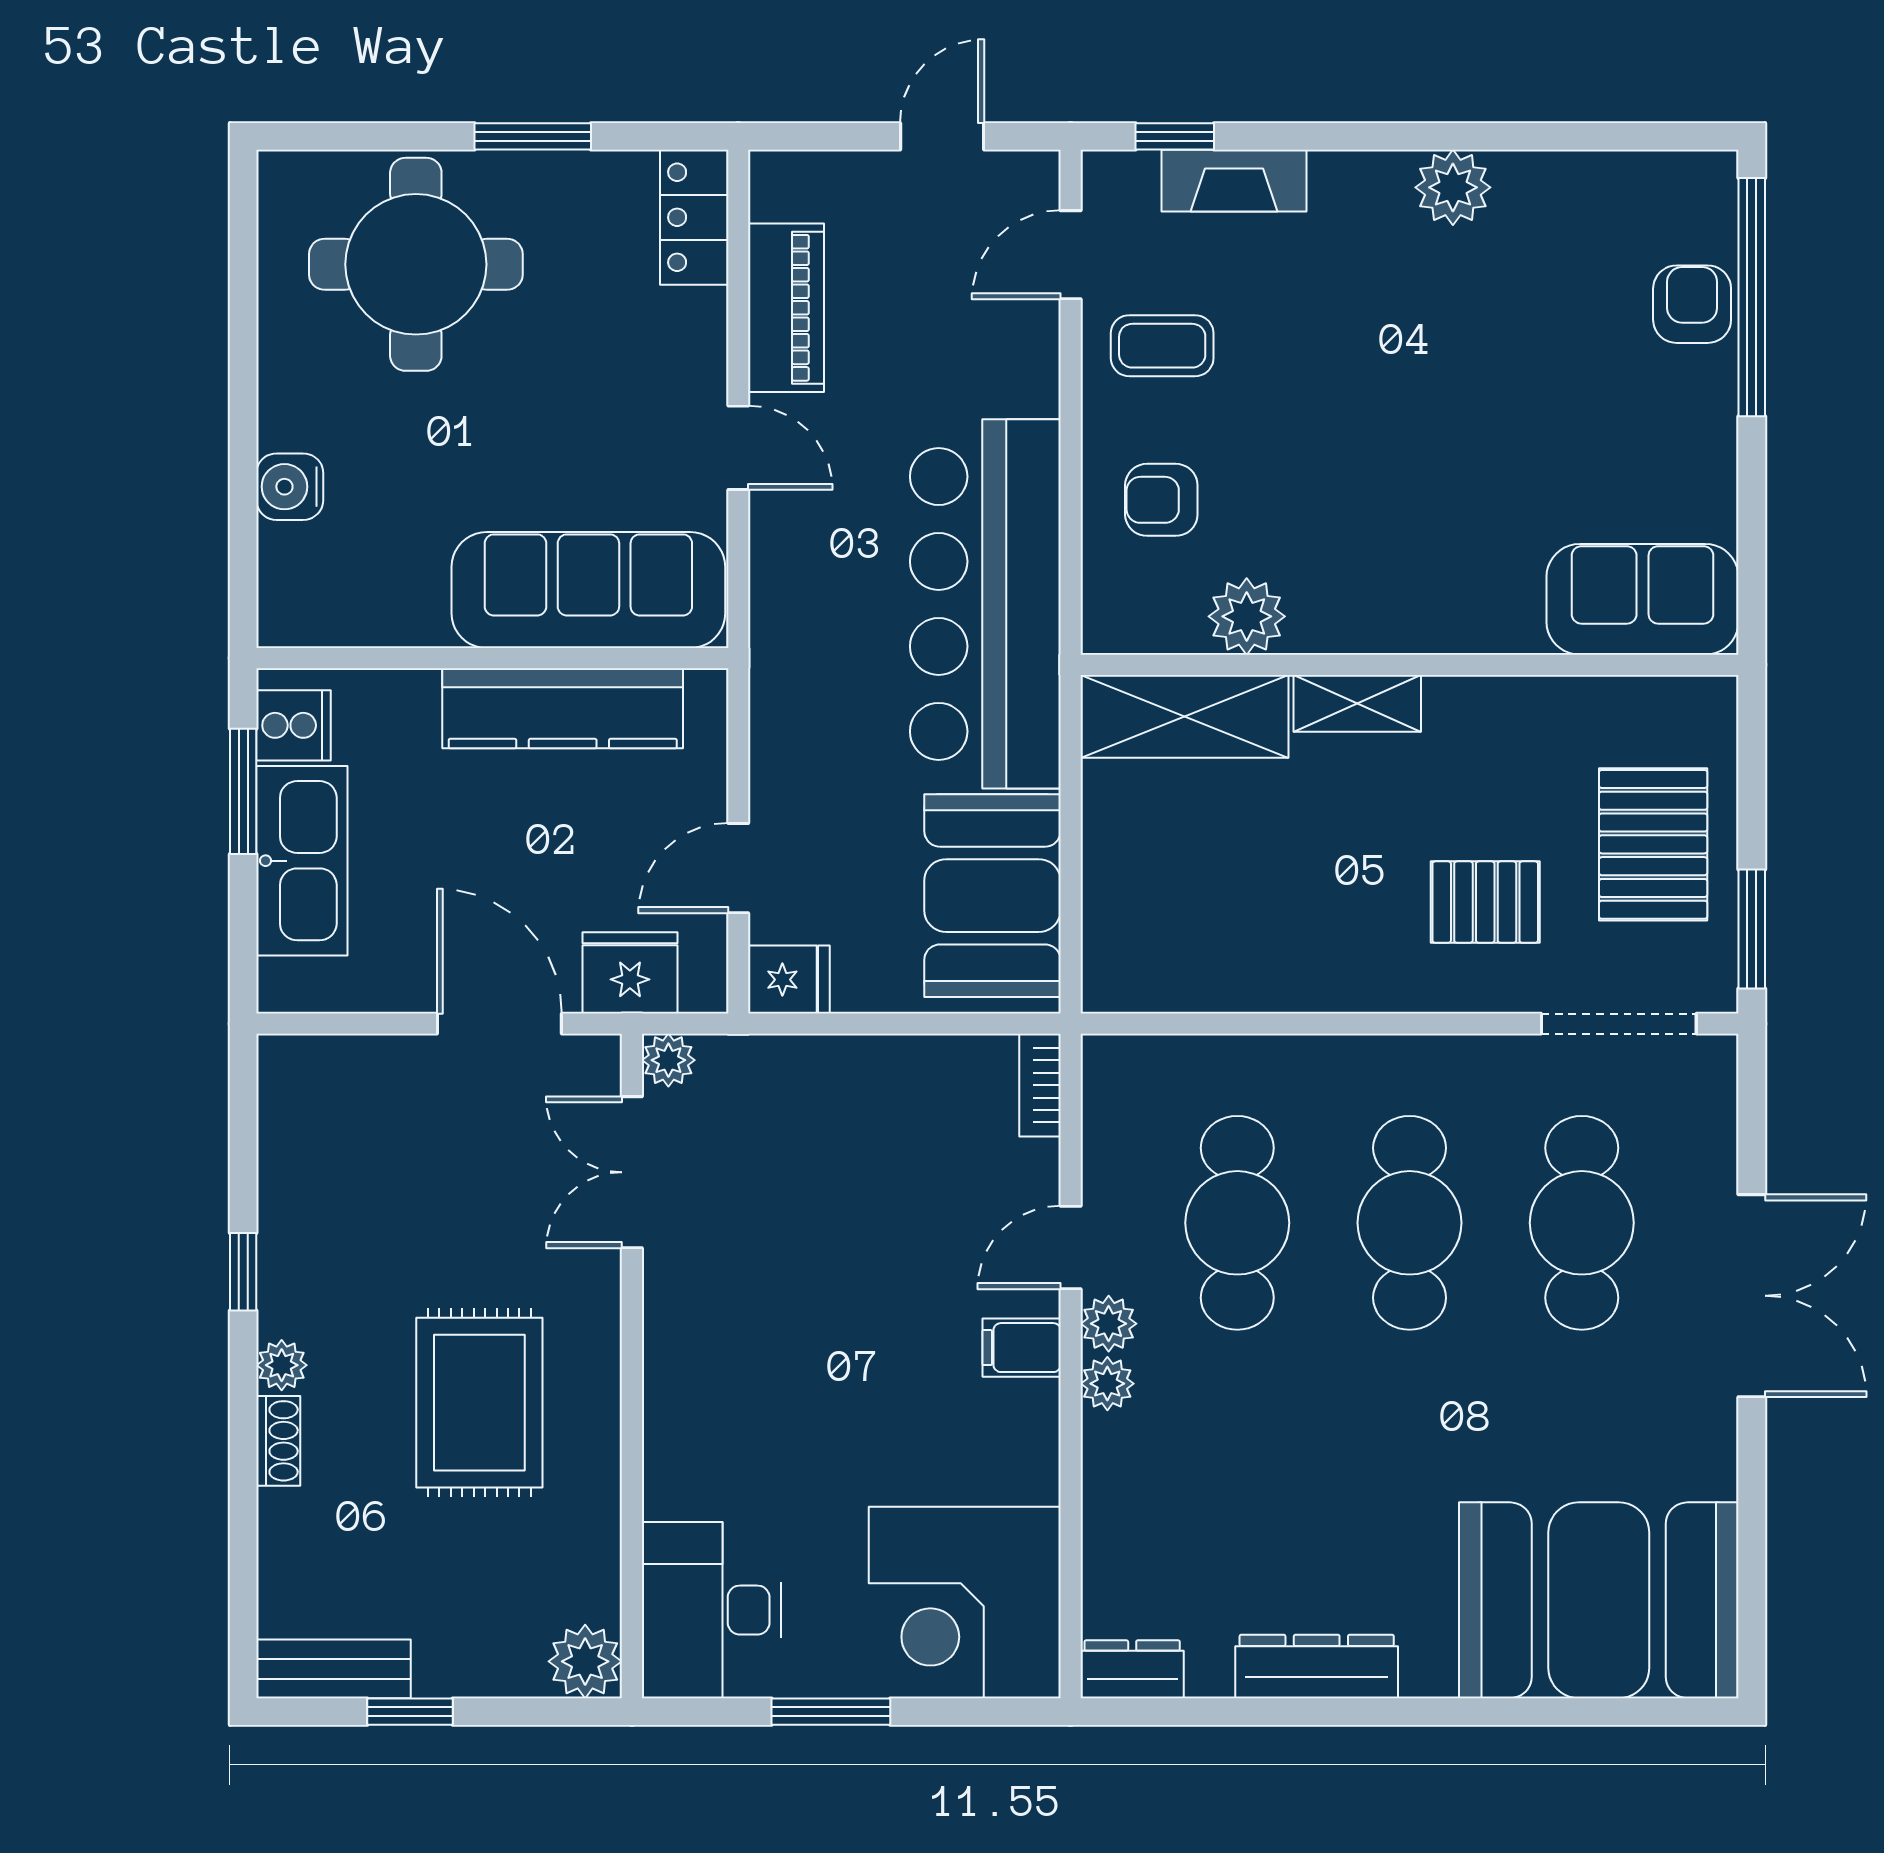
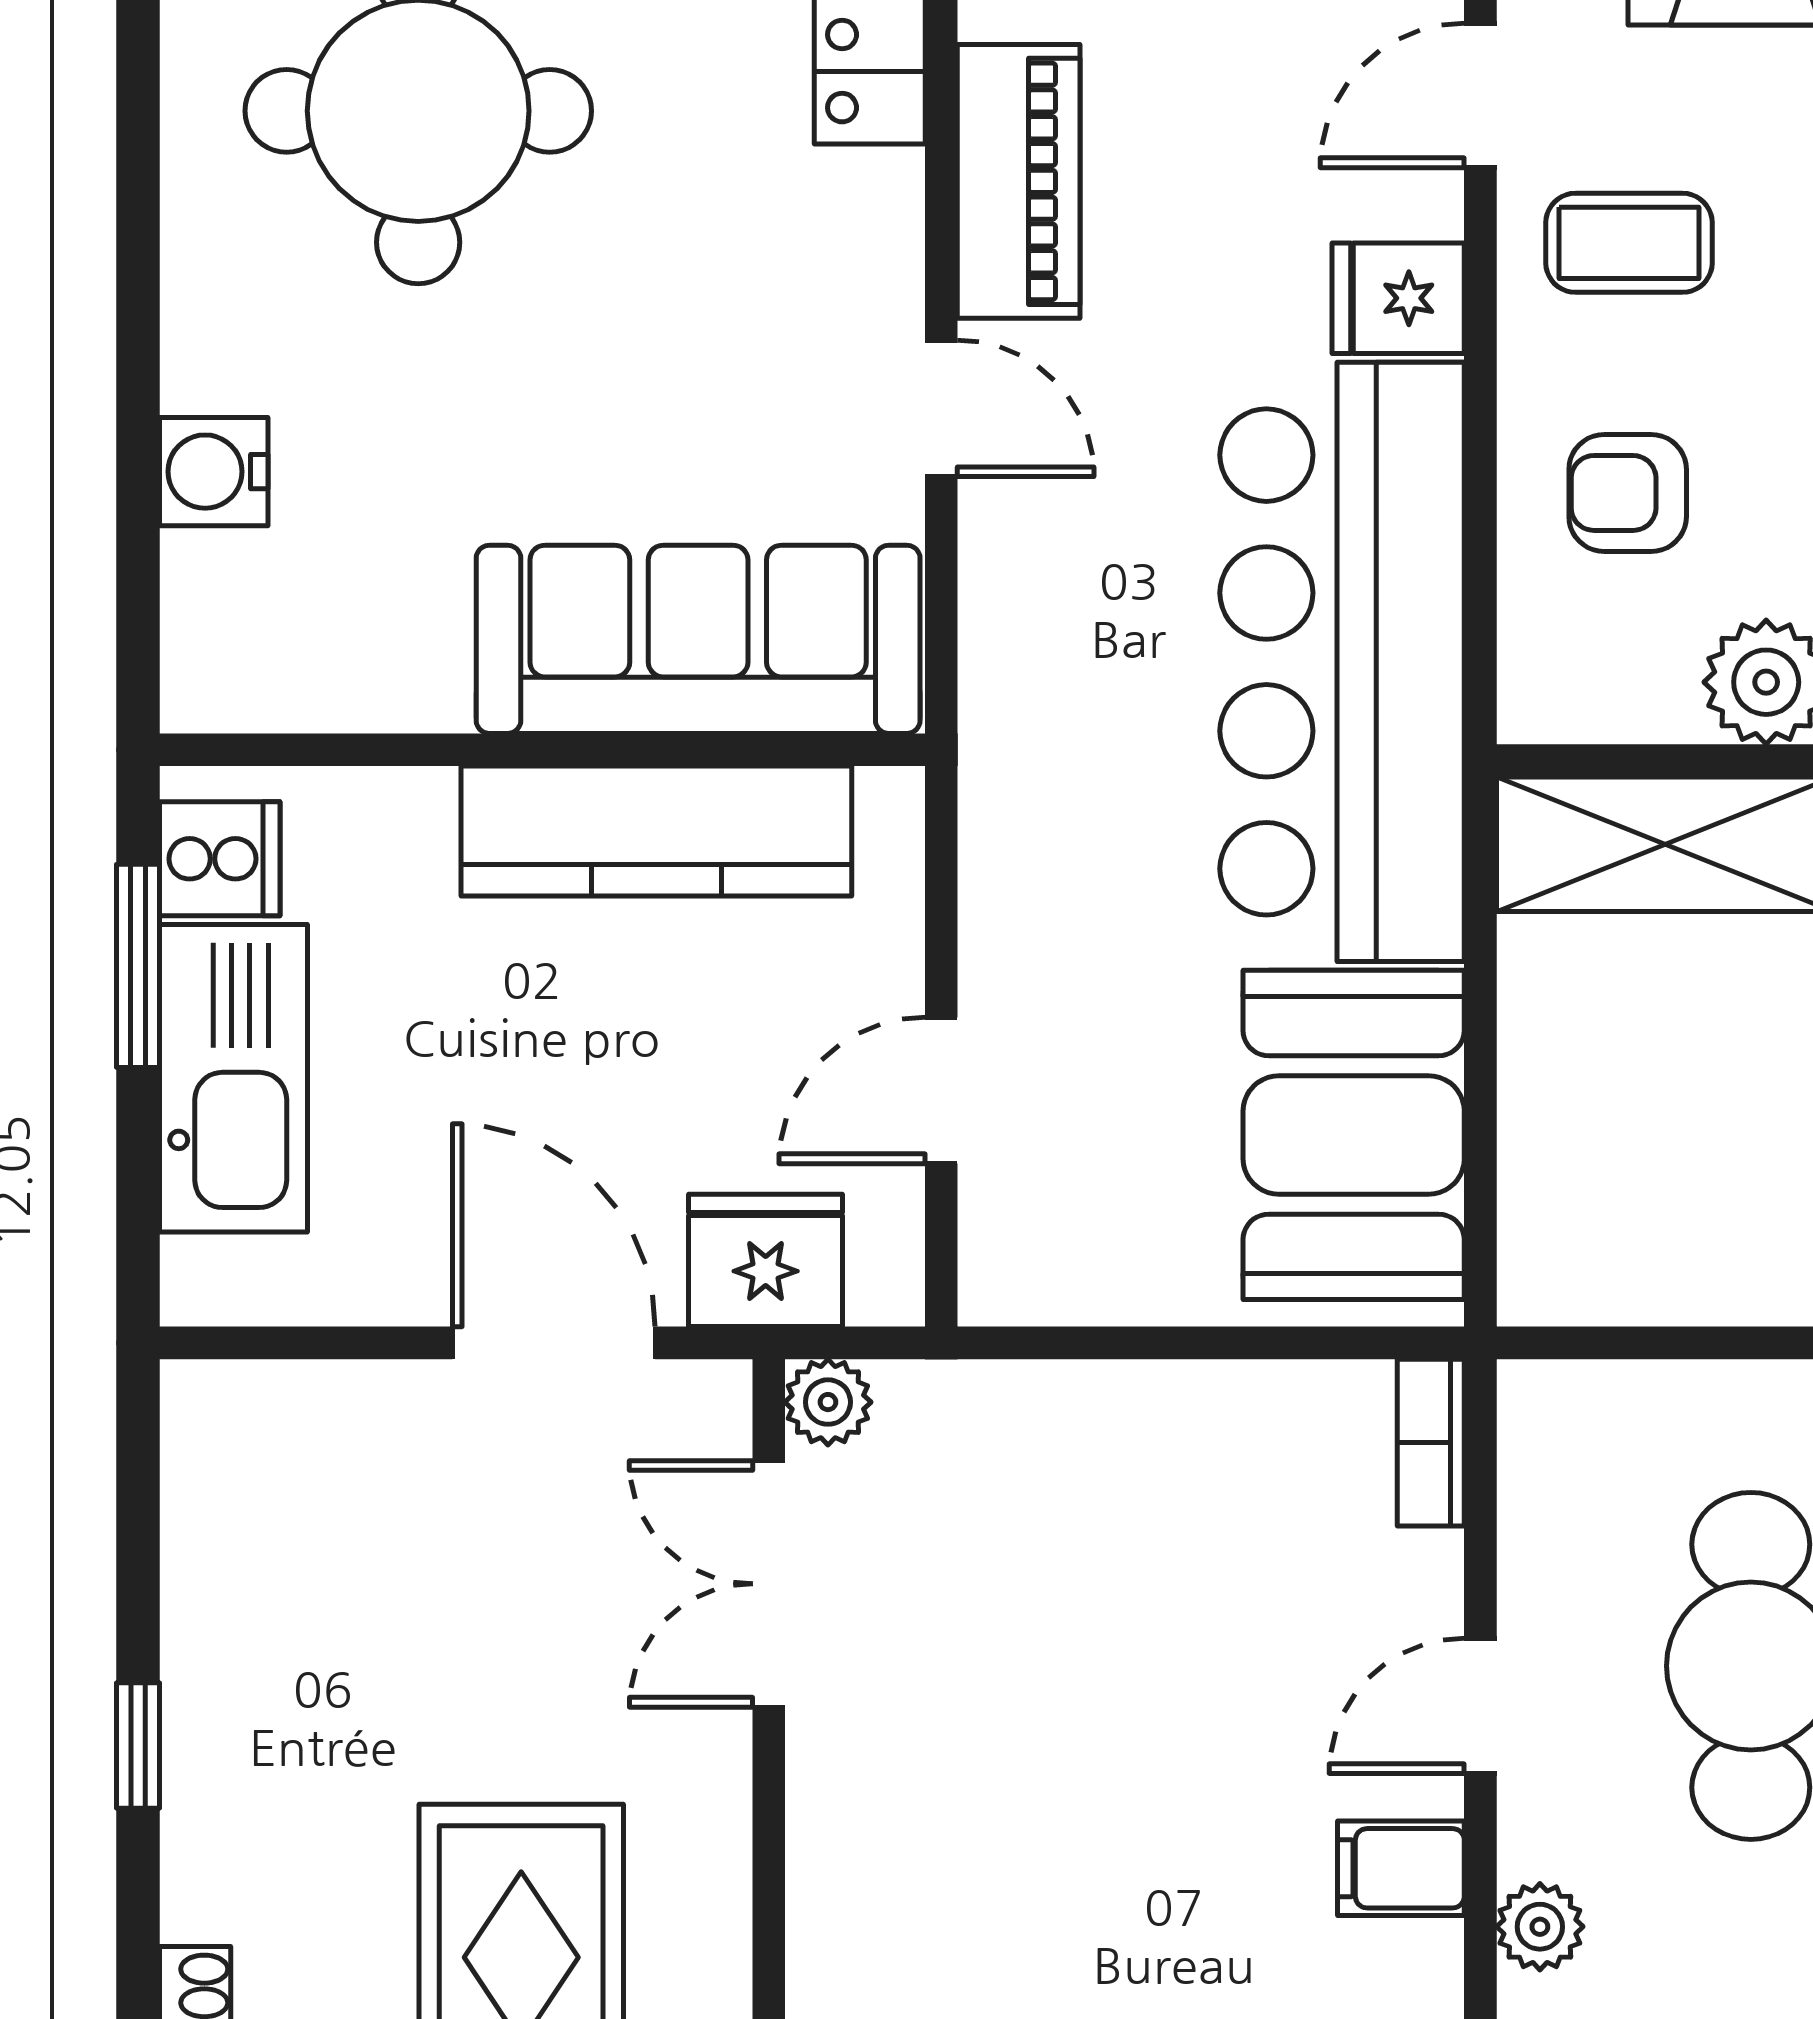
fridge: (789, 980) -> (1398, 298), moved, turned 180
plant: (1109, 1324) -> (1542, 1829), removed
plant: (282, 1365) -> (201, 1897), removed

